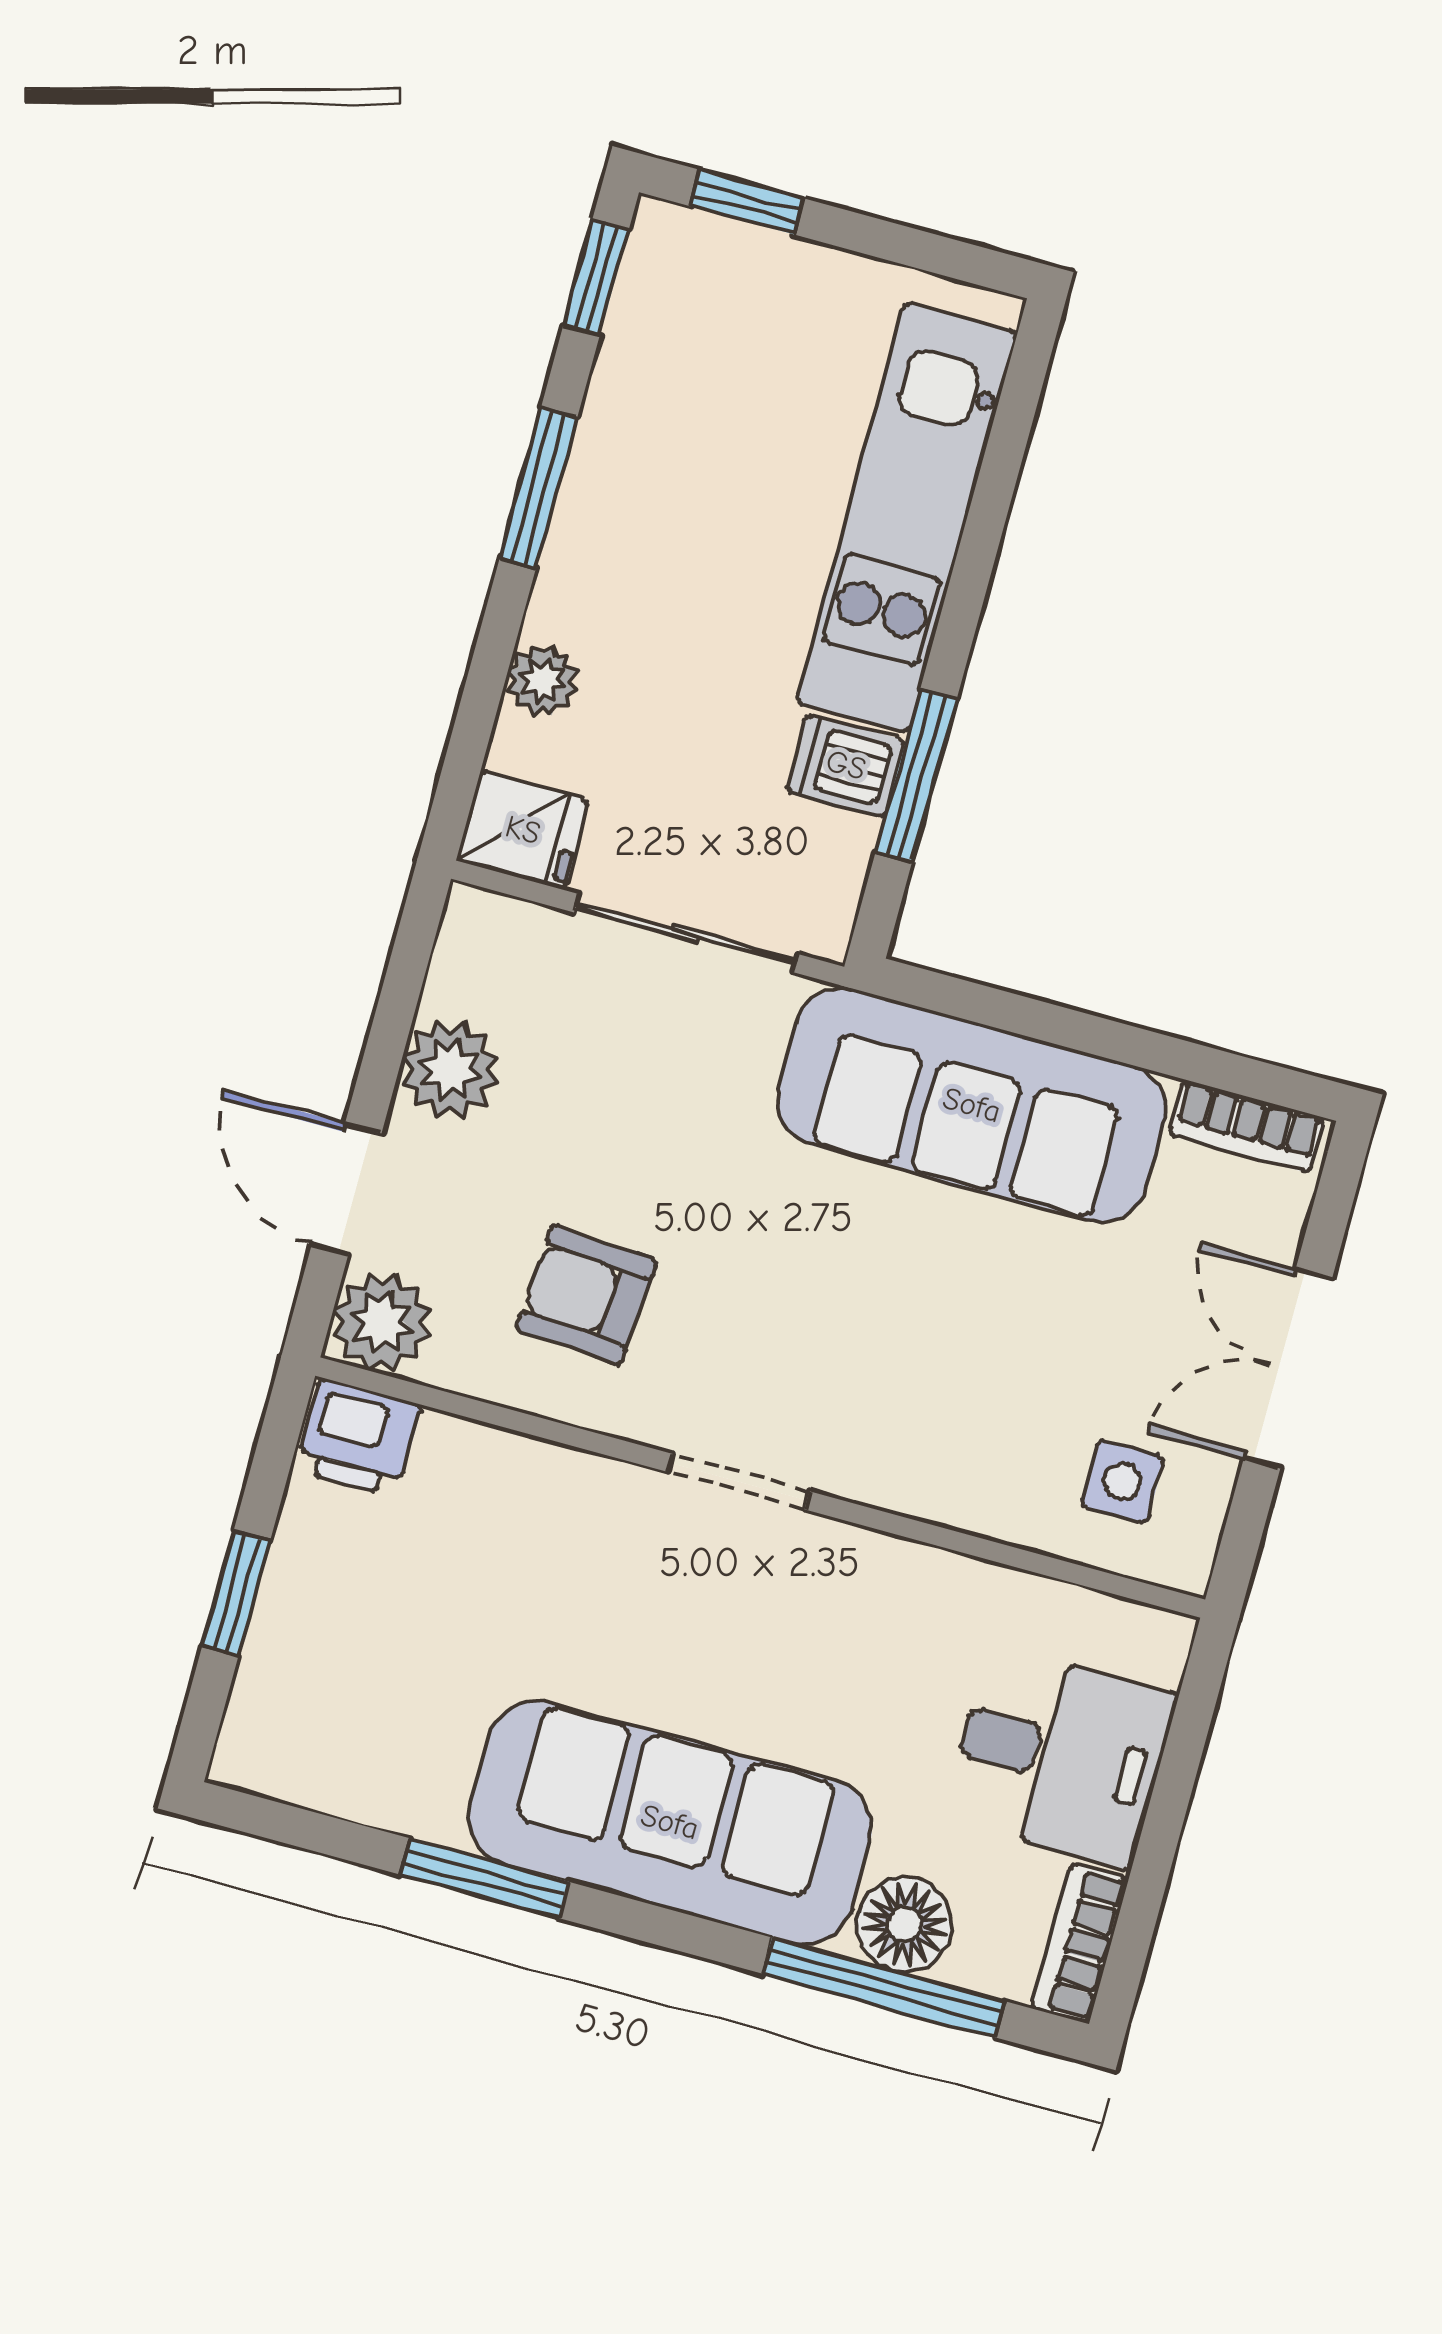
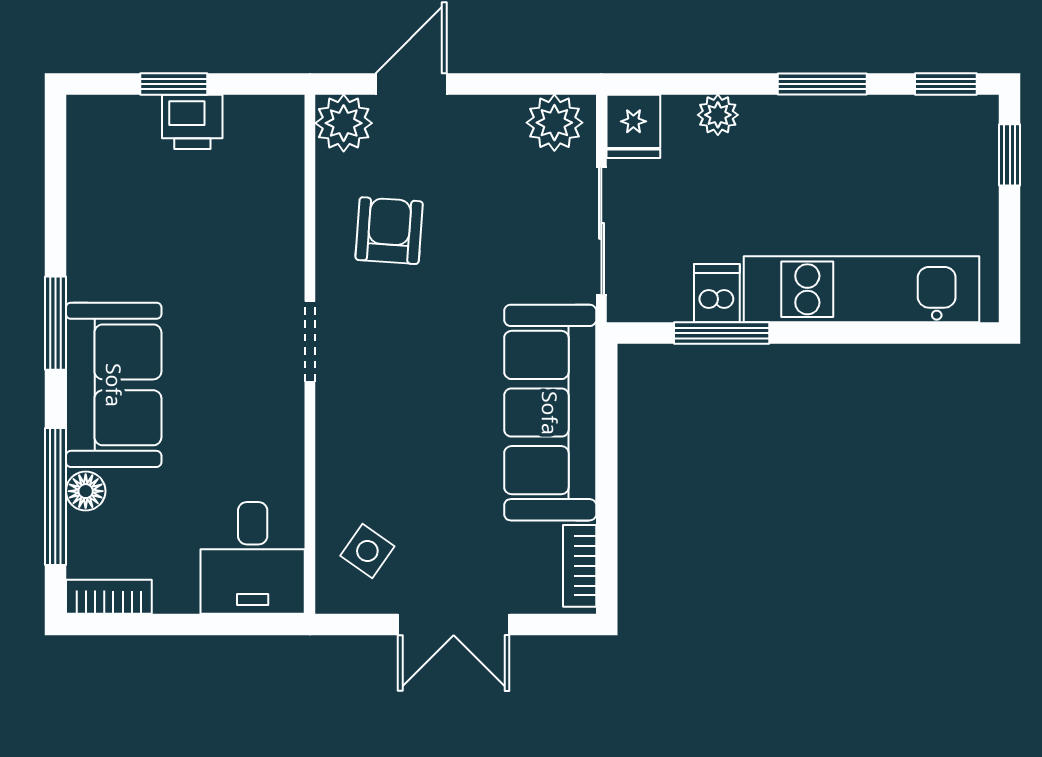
plant: (450, 1069) -> (554, 123), moved
double door: (1288, 1369) -> (454, 625), swing flipped
printer: (358, 1437) -> (192, 122), moved, turned -90
side table: (1122, 1481) -> (367, 551), turned 35
desk: (1060, 1756) -> (253, 558), moved
sofa: (670, 1822) -> (114, 385), width x0.73
window: (485, 1878) -> (55, 323), moved
floor lamp: (905, 1924) -> (86, 491), width x0.73, depth x0.73

